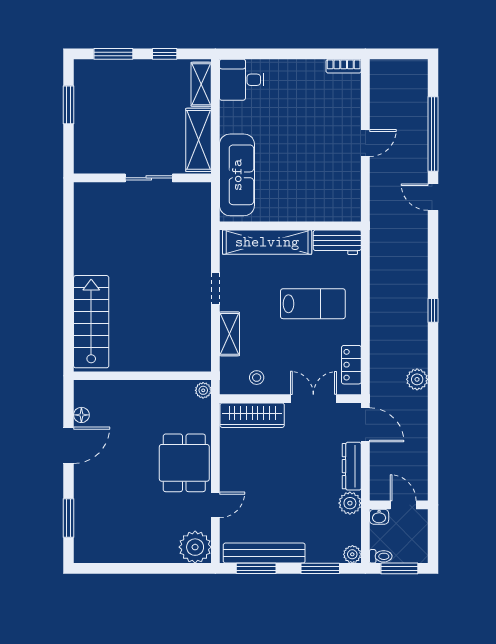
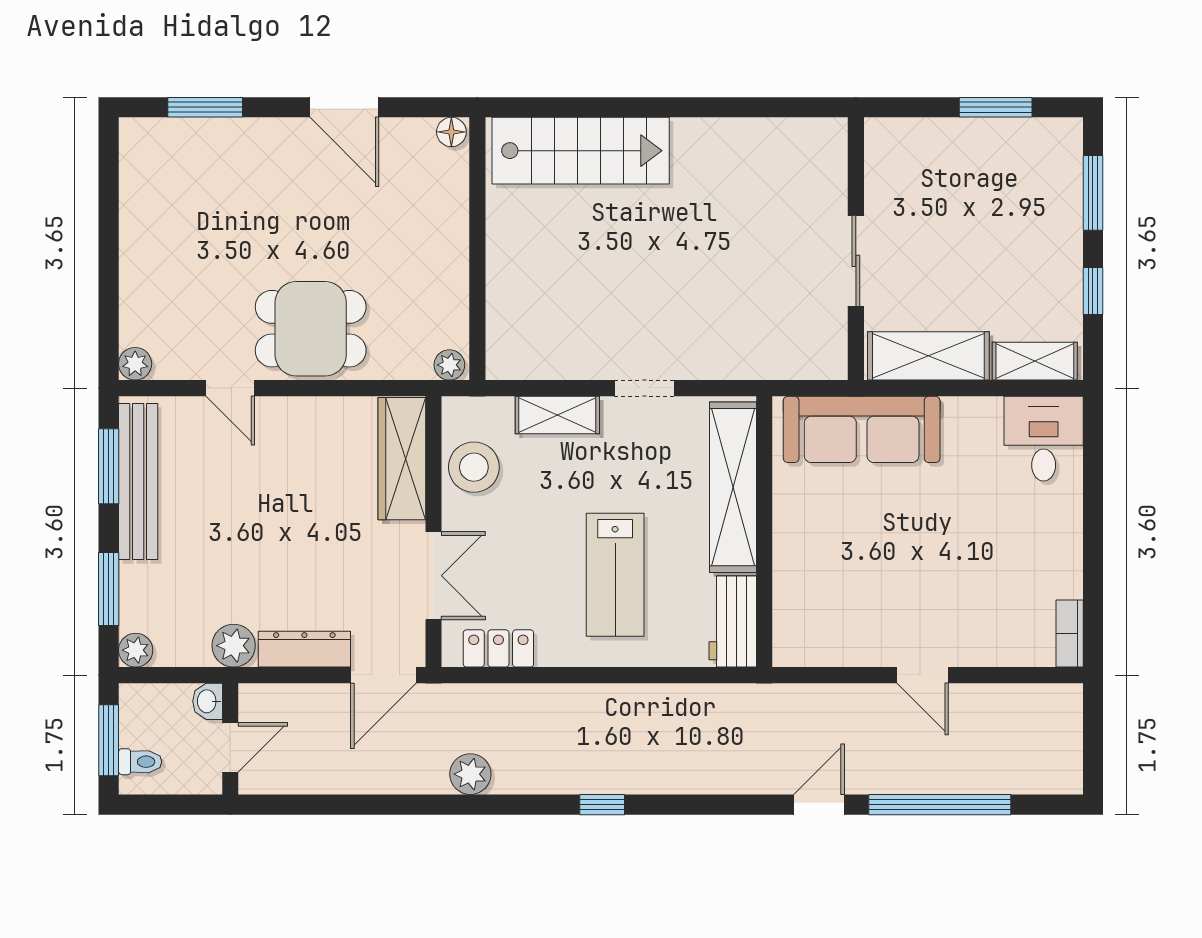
stool: (257, 378) -> (474, 467), width x1.89, depth x1.89
floor lamp: (81, 415) -> (451, 132), moved
plant: (195, 547) -> (135, 364), width x0.53, depth x0.53
toilet: (381, 556) -> (140, 762), moved, turned -90

